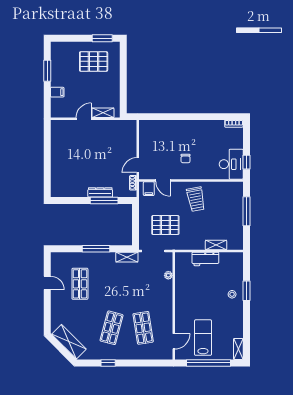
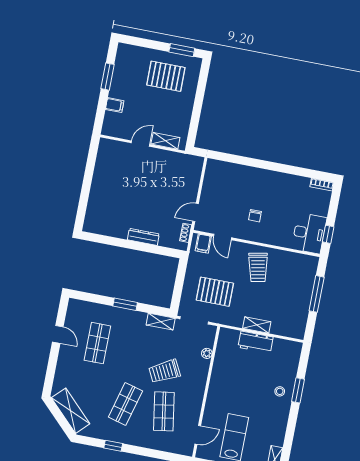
window: (104, 201) -> (146, 248), removed
shelving: (216, 245) -> (257, 325), moved
window: (96, 249) -> (125, 304), width x0.69
trolley: (137, 296) -> (164, 371), added

